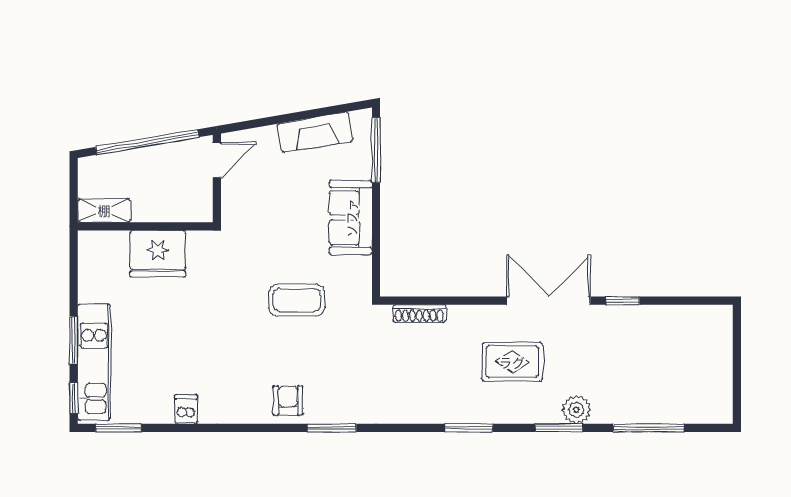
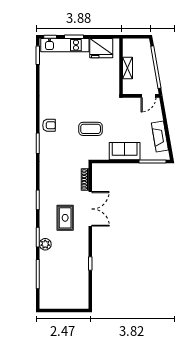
door: (217, 160) -> (148, 96), hinge flipped
shelving: (104, 210) -> (128, 68), moved
fridge: (158, 254) -> (101, 48), moved, turned -90
coffee table: (297, 300) -> (91, 129), turned 90
double door: (549, 301) -> (90, 209), moved
dishwasher: (186, 409) -> (45, 83), removed

